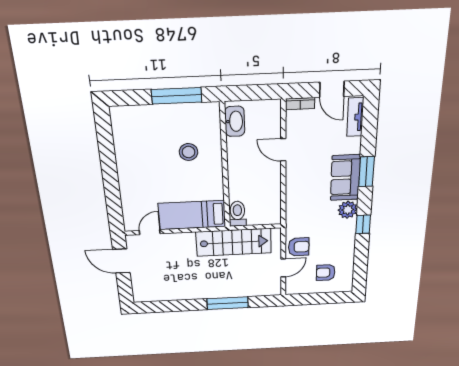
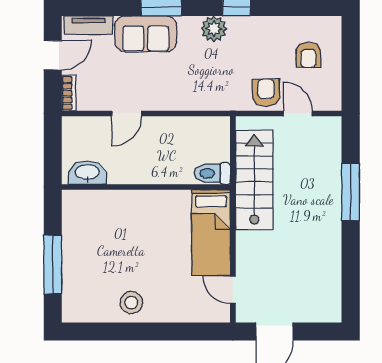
window: (177, 96) -> (53, 264), moved
stool: (189, 152) -> (131, 303), moved
sofa: (345, 178) -> (146, 34), moved

